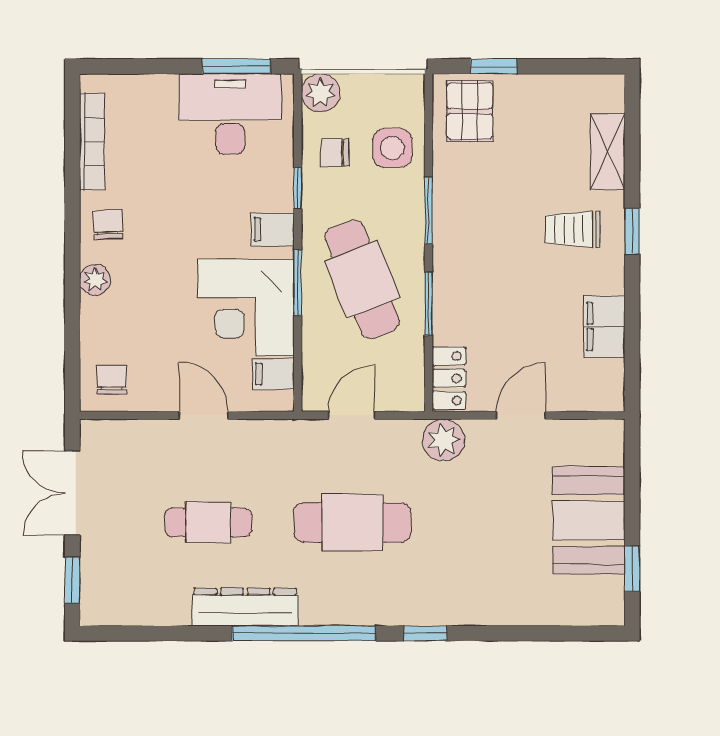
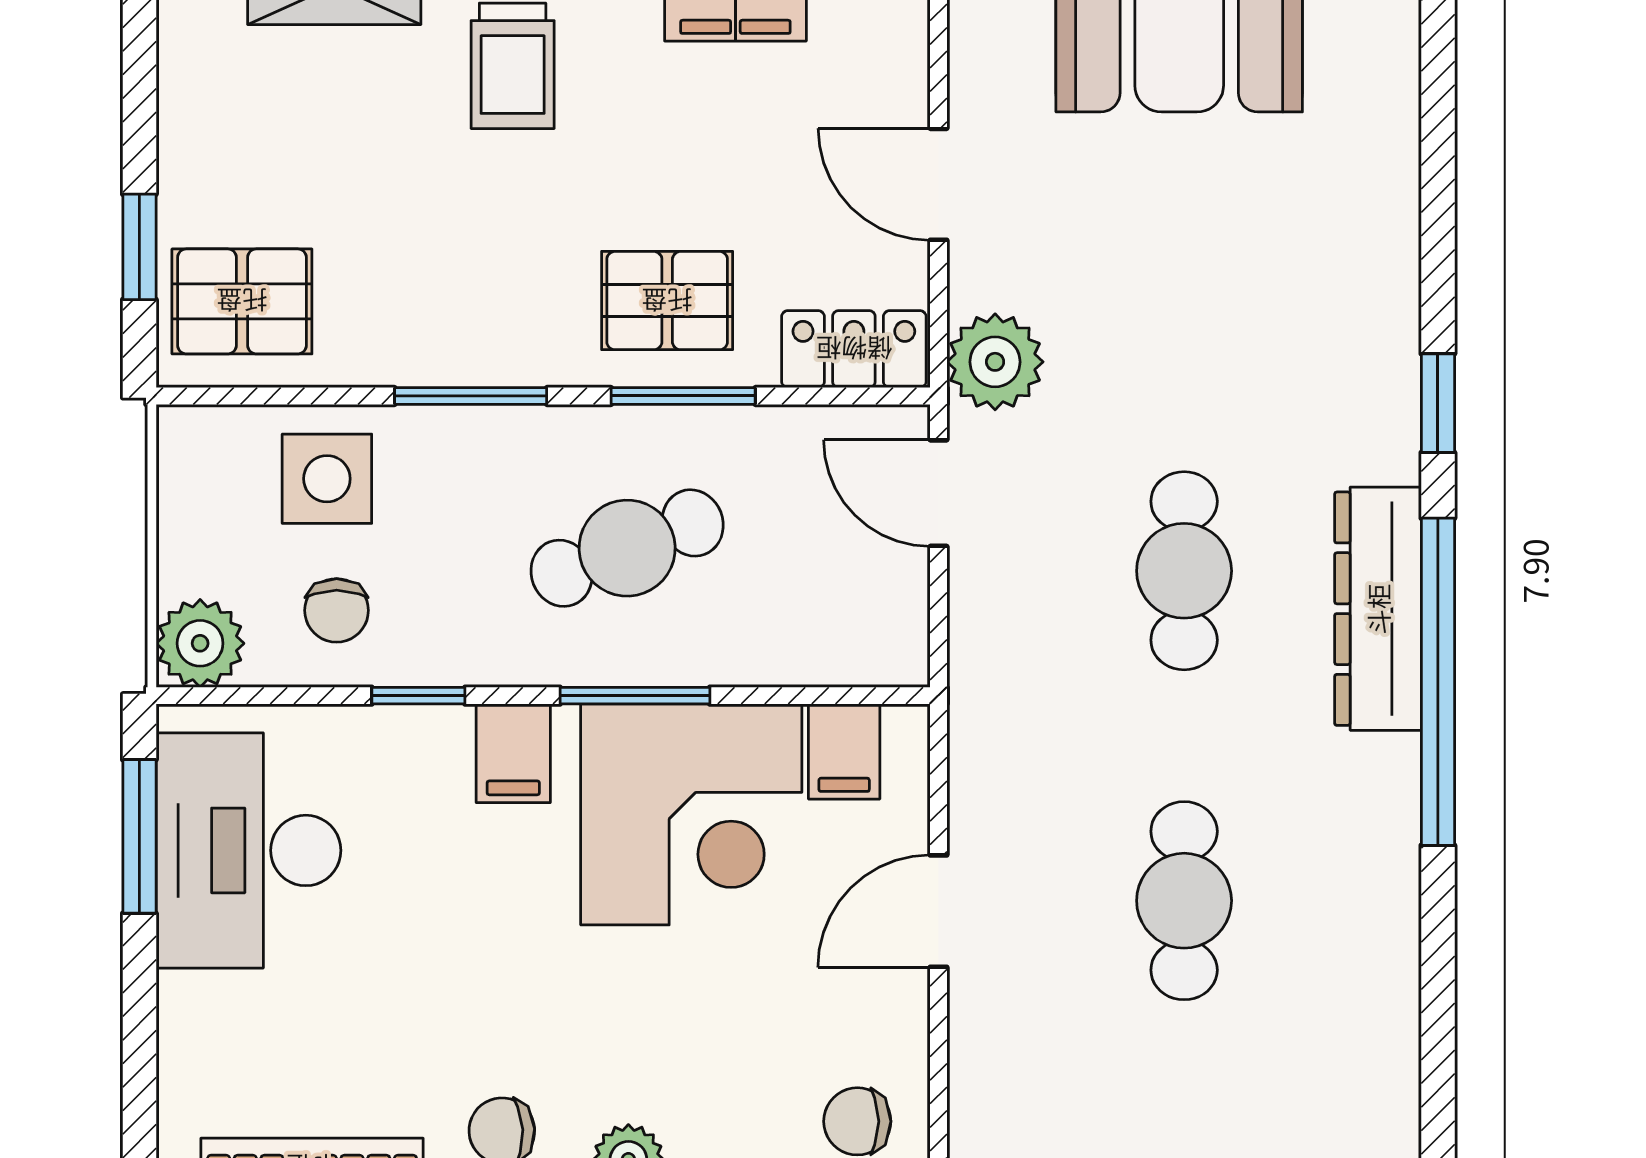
cafe table: (362, 279) -> (627, 548), width x0.73, depth x0.74
pallet: (470, 297) -> (667, 301), added
door: (352, 415) -> (939, 493), moved
cafe table: (352, 522) -> (1184, 571), width x0.73, depth x0.74
dresser: (245, 607) -> (1378, 609), moved

